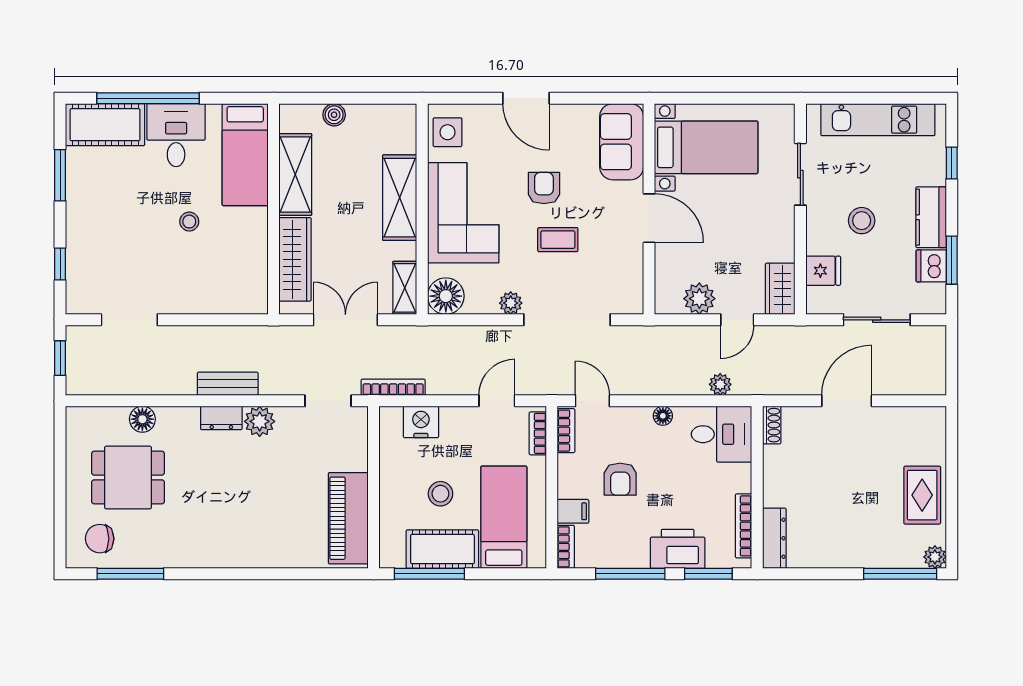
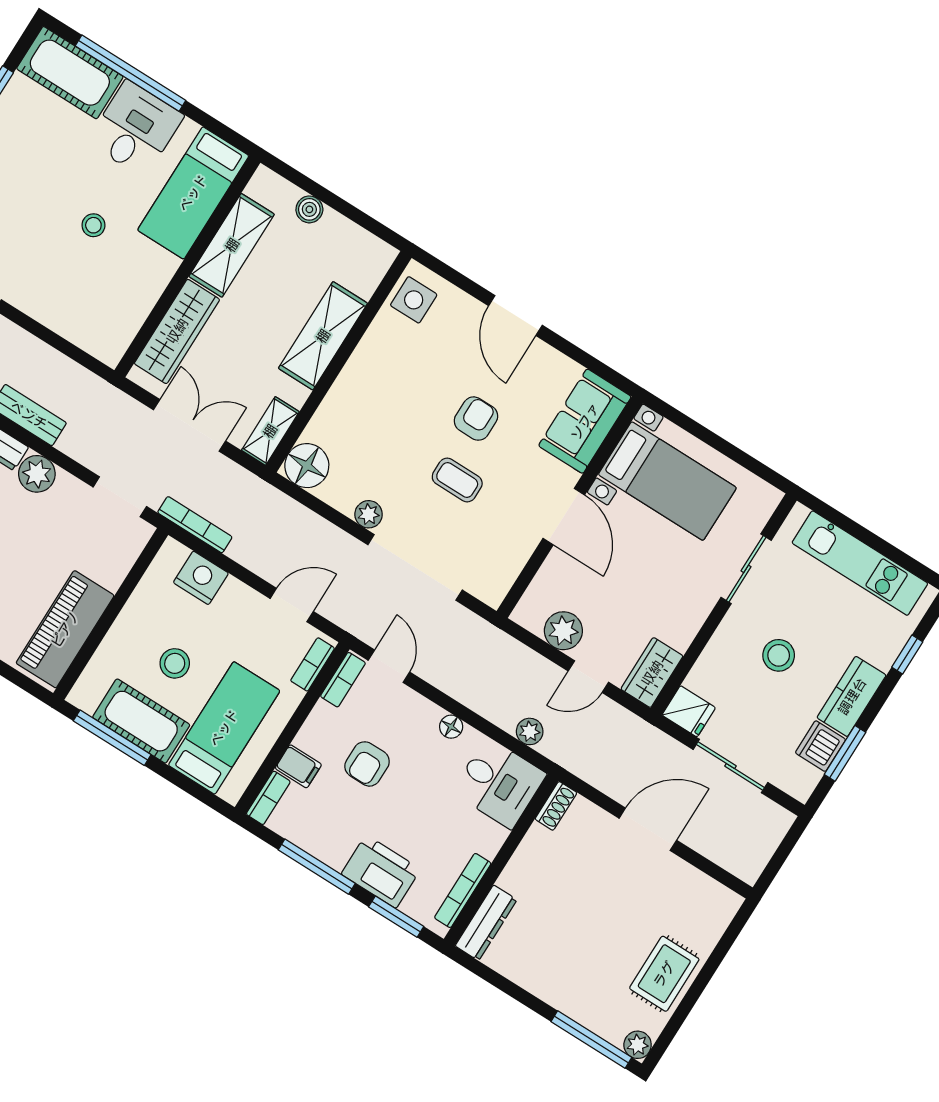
corner sofa: (463, 213) -> (378, 392), removed
fridge: (823, 271) -> (689, 711), moved

